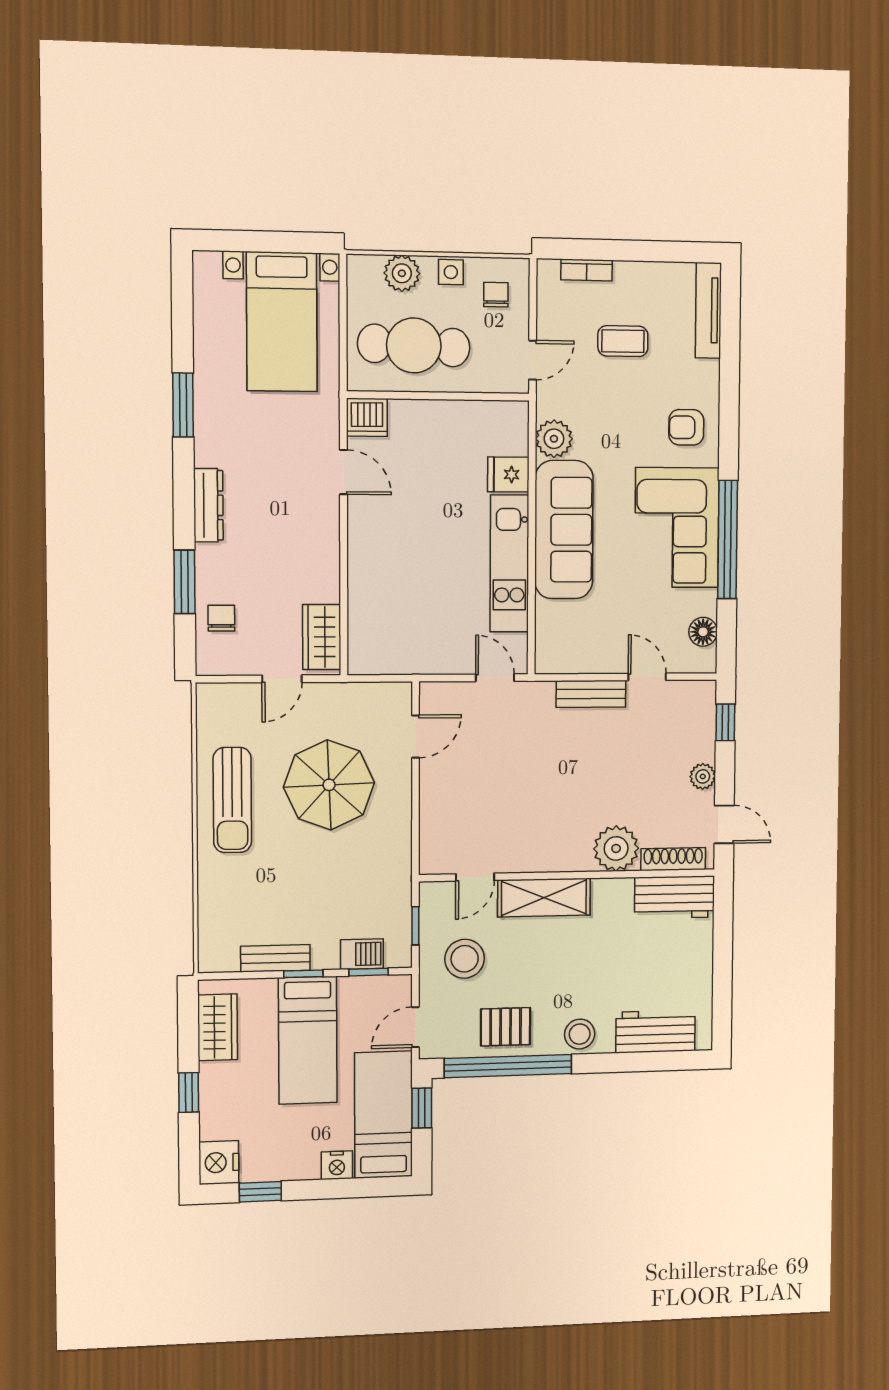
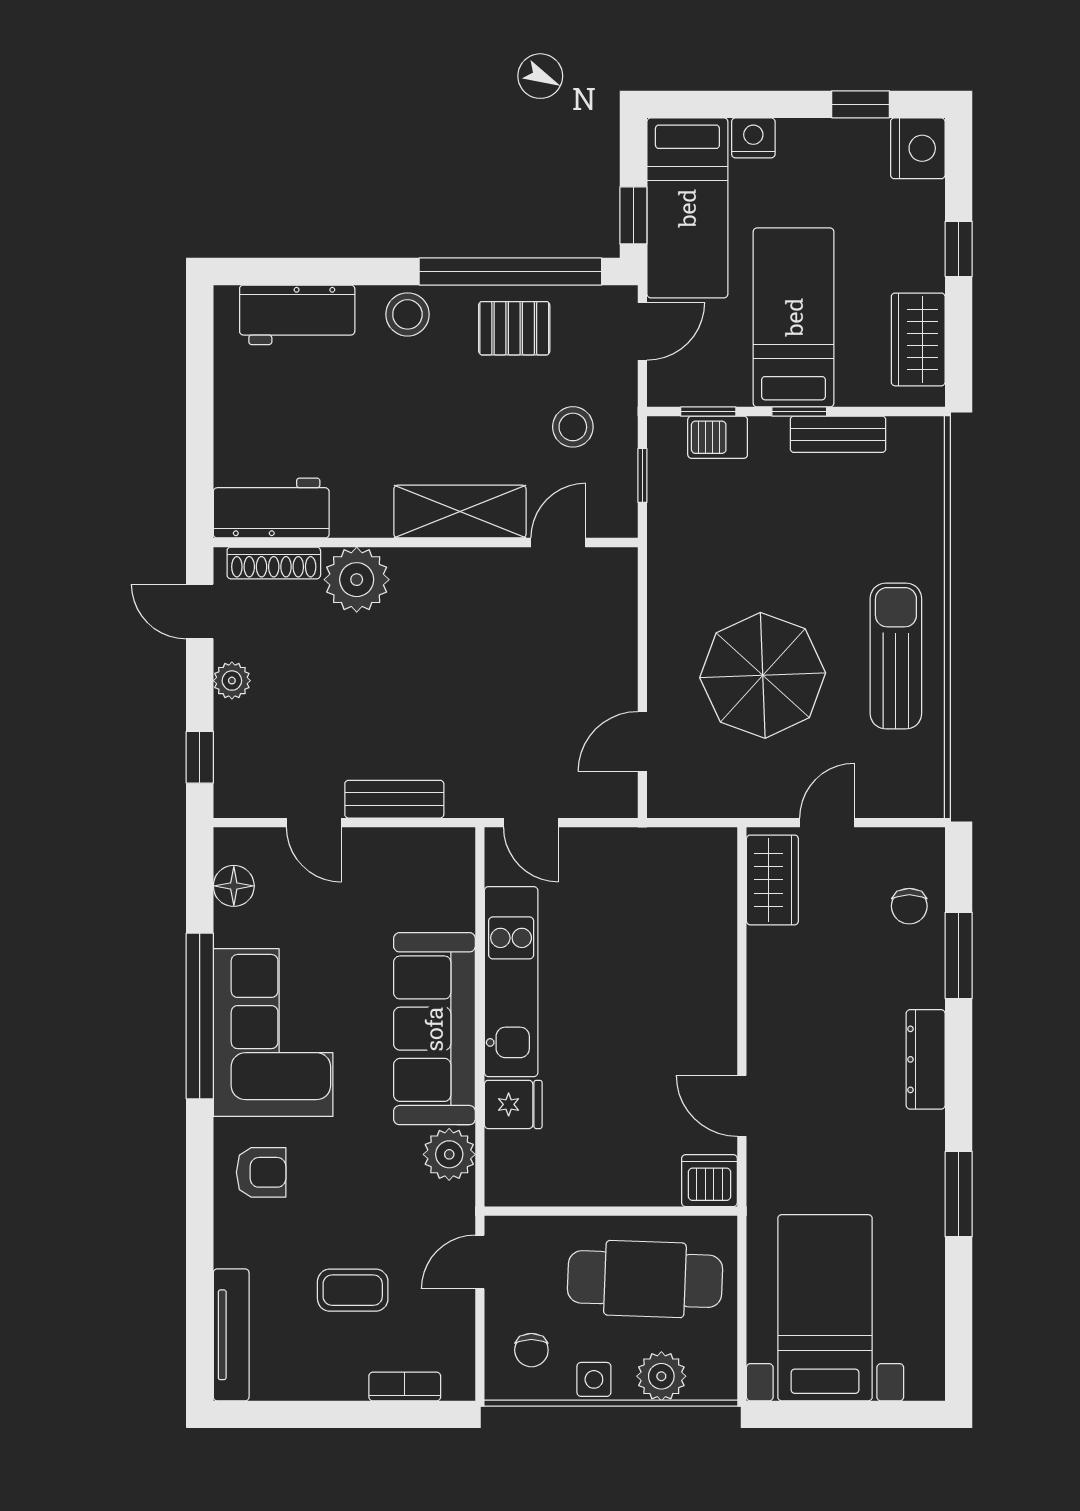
stool: (465, 959) -> (573, 427), width x0.73, depth x0.73

